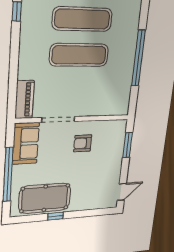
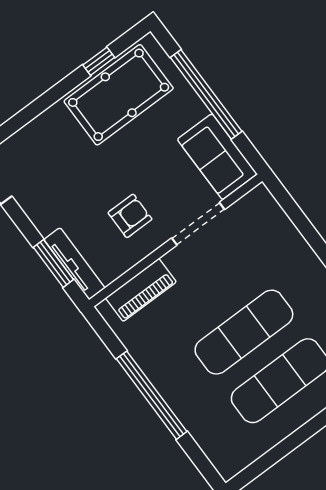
piano: (25, 100) -> (141, 290), moved, turned -90
tv unit: (120, 139) -> (75, 264), added
window: (55, 216) -> (99, 61), moved

